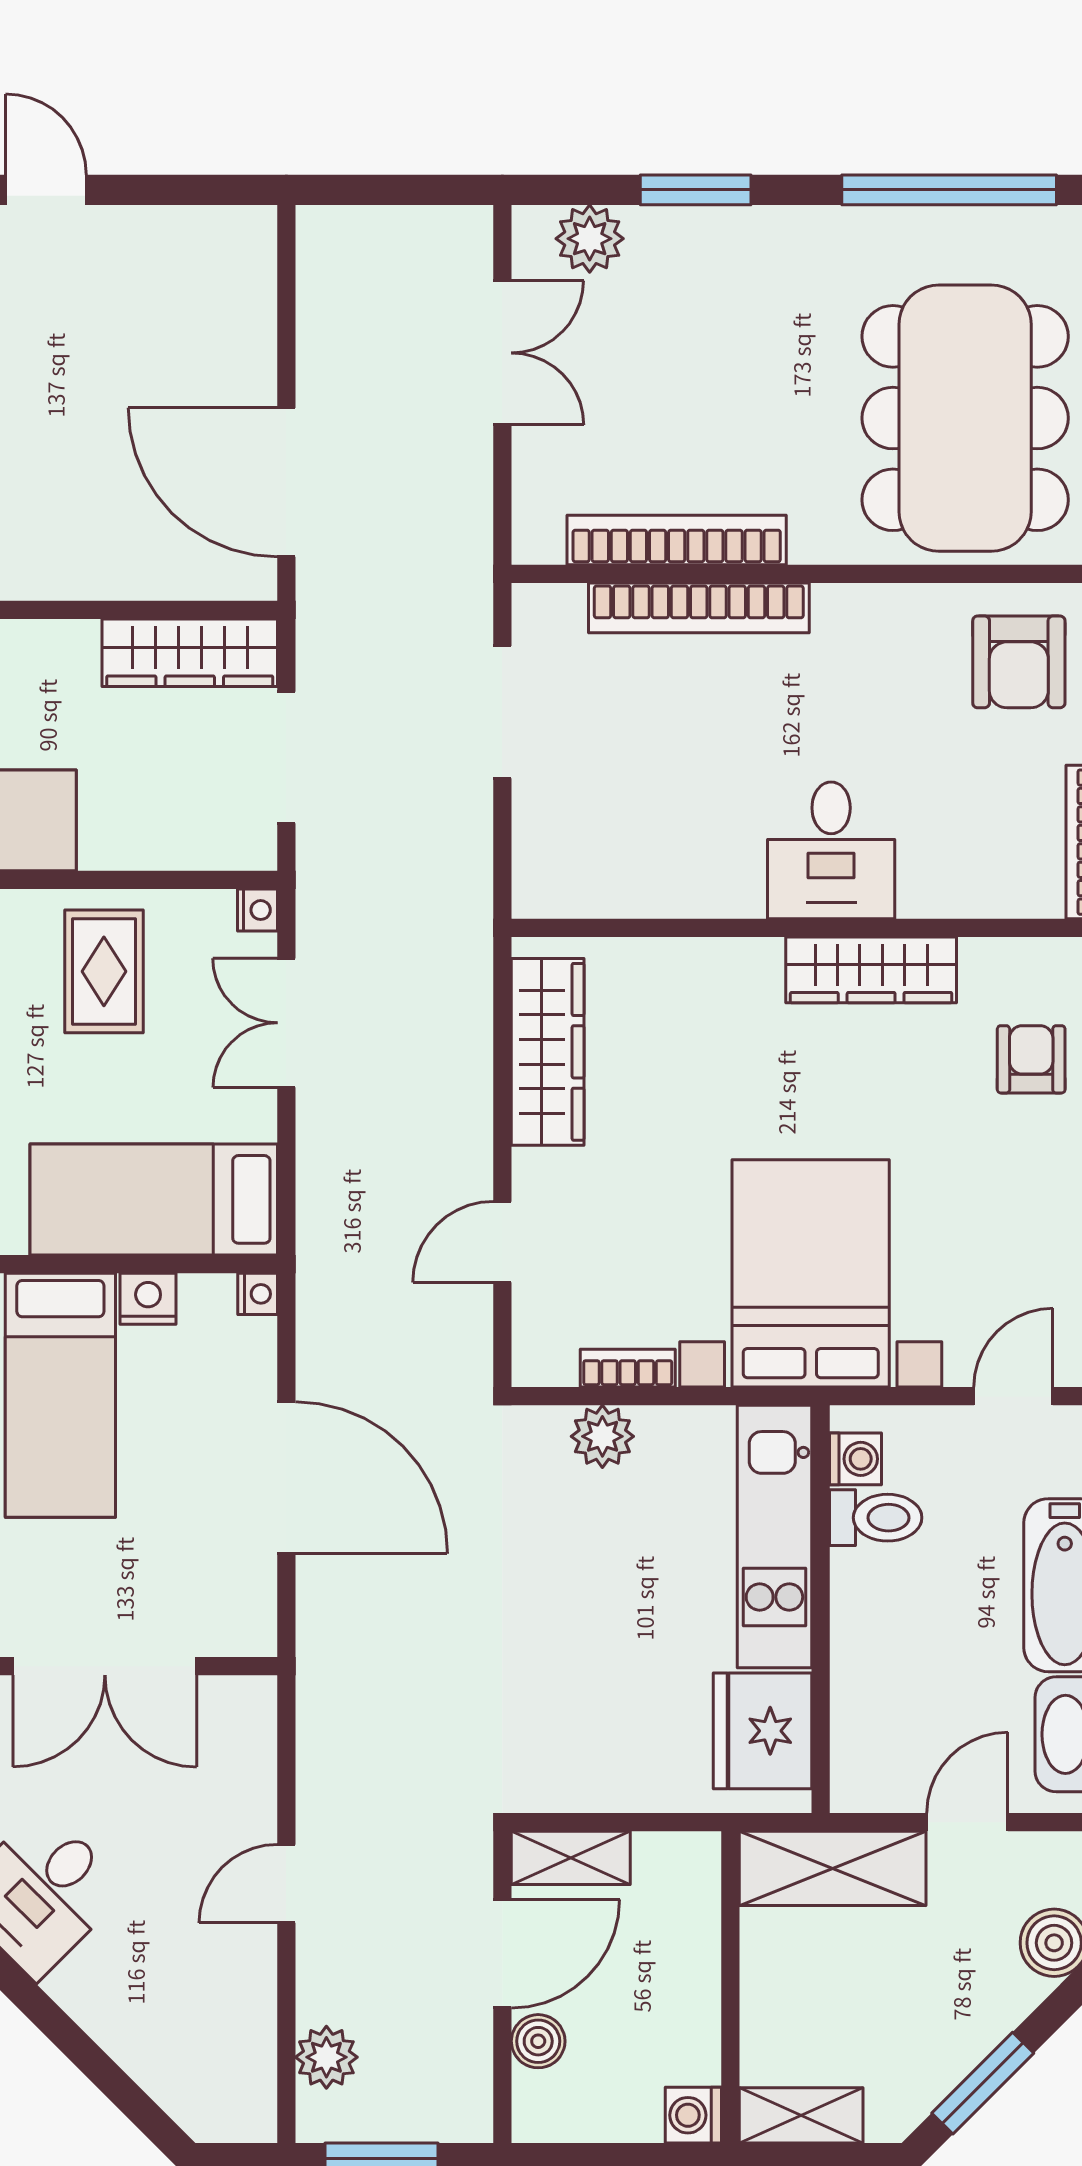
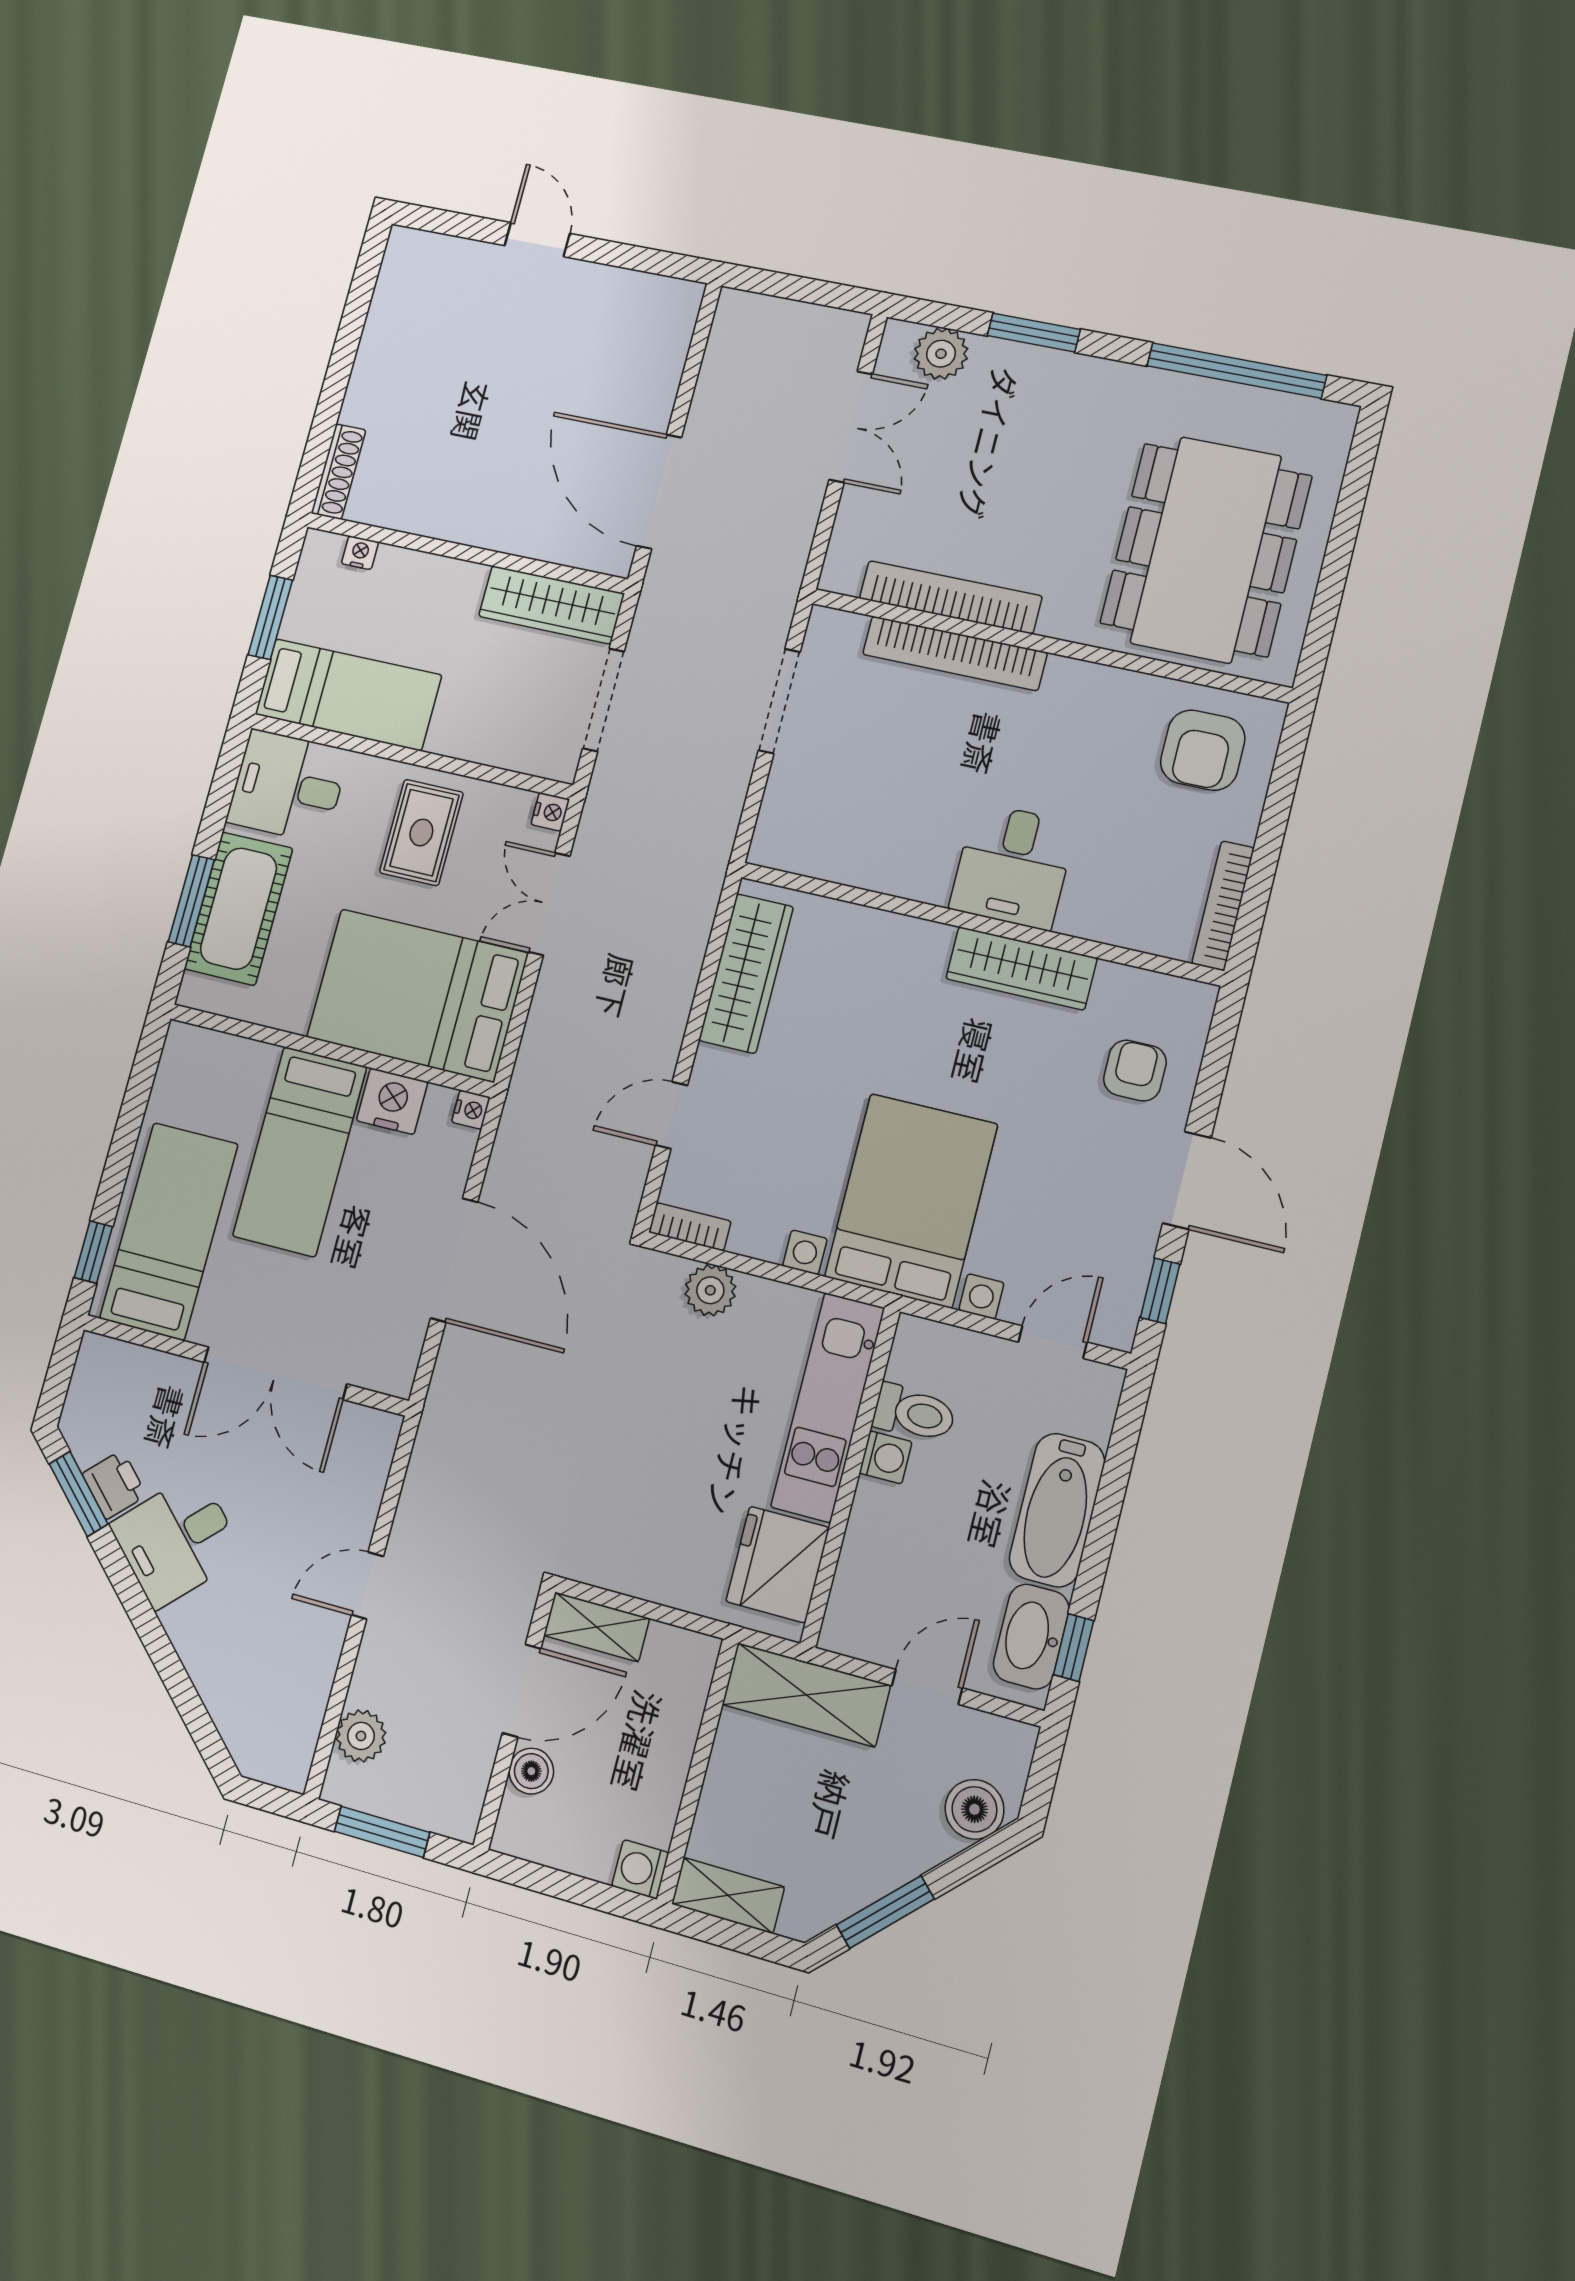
bed: (154, 1199) -> (417, 995), width x1.50
nightstand: (148, 1299) -> (392, 1101), width x1.36, depth x1.33
bookcase: (628, 1368) -> (690, 1227), moved
washing machine: (855, 1459) -> (886, 1457), moved

